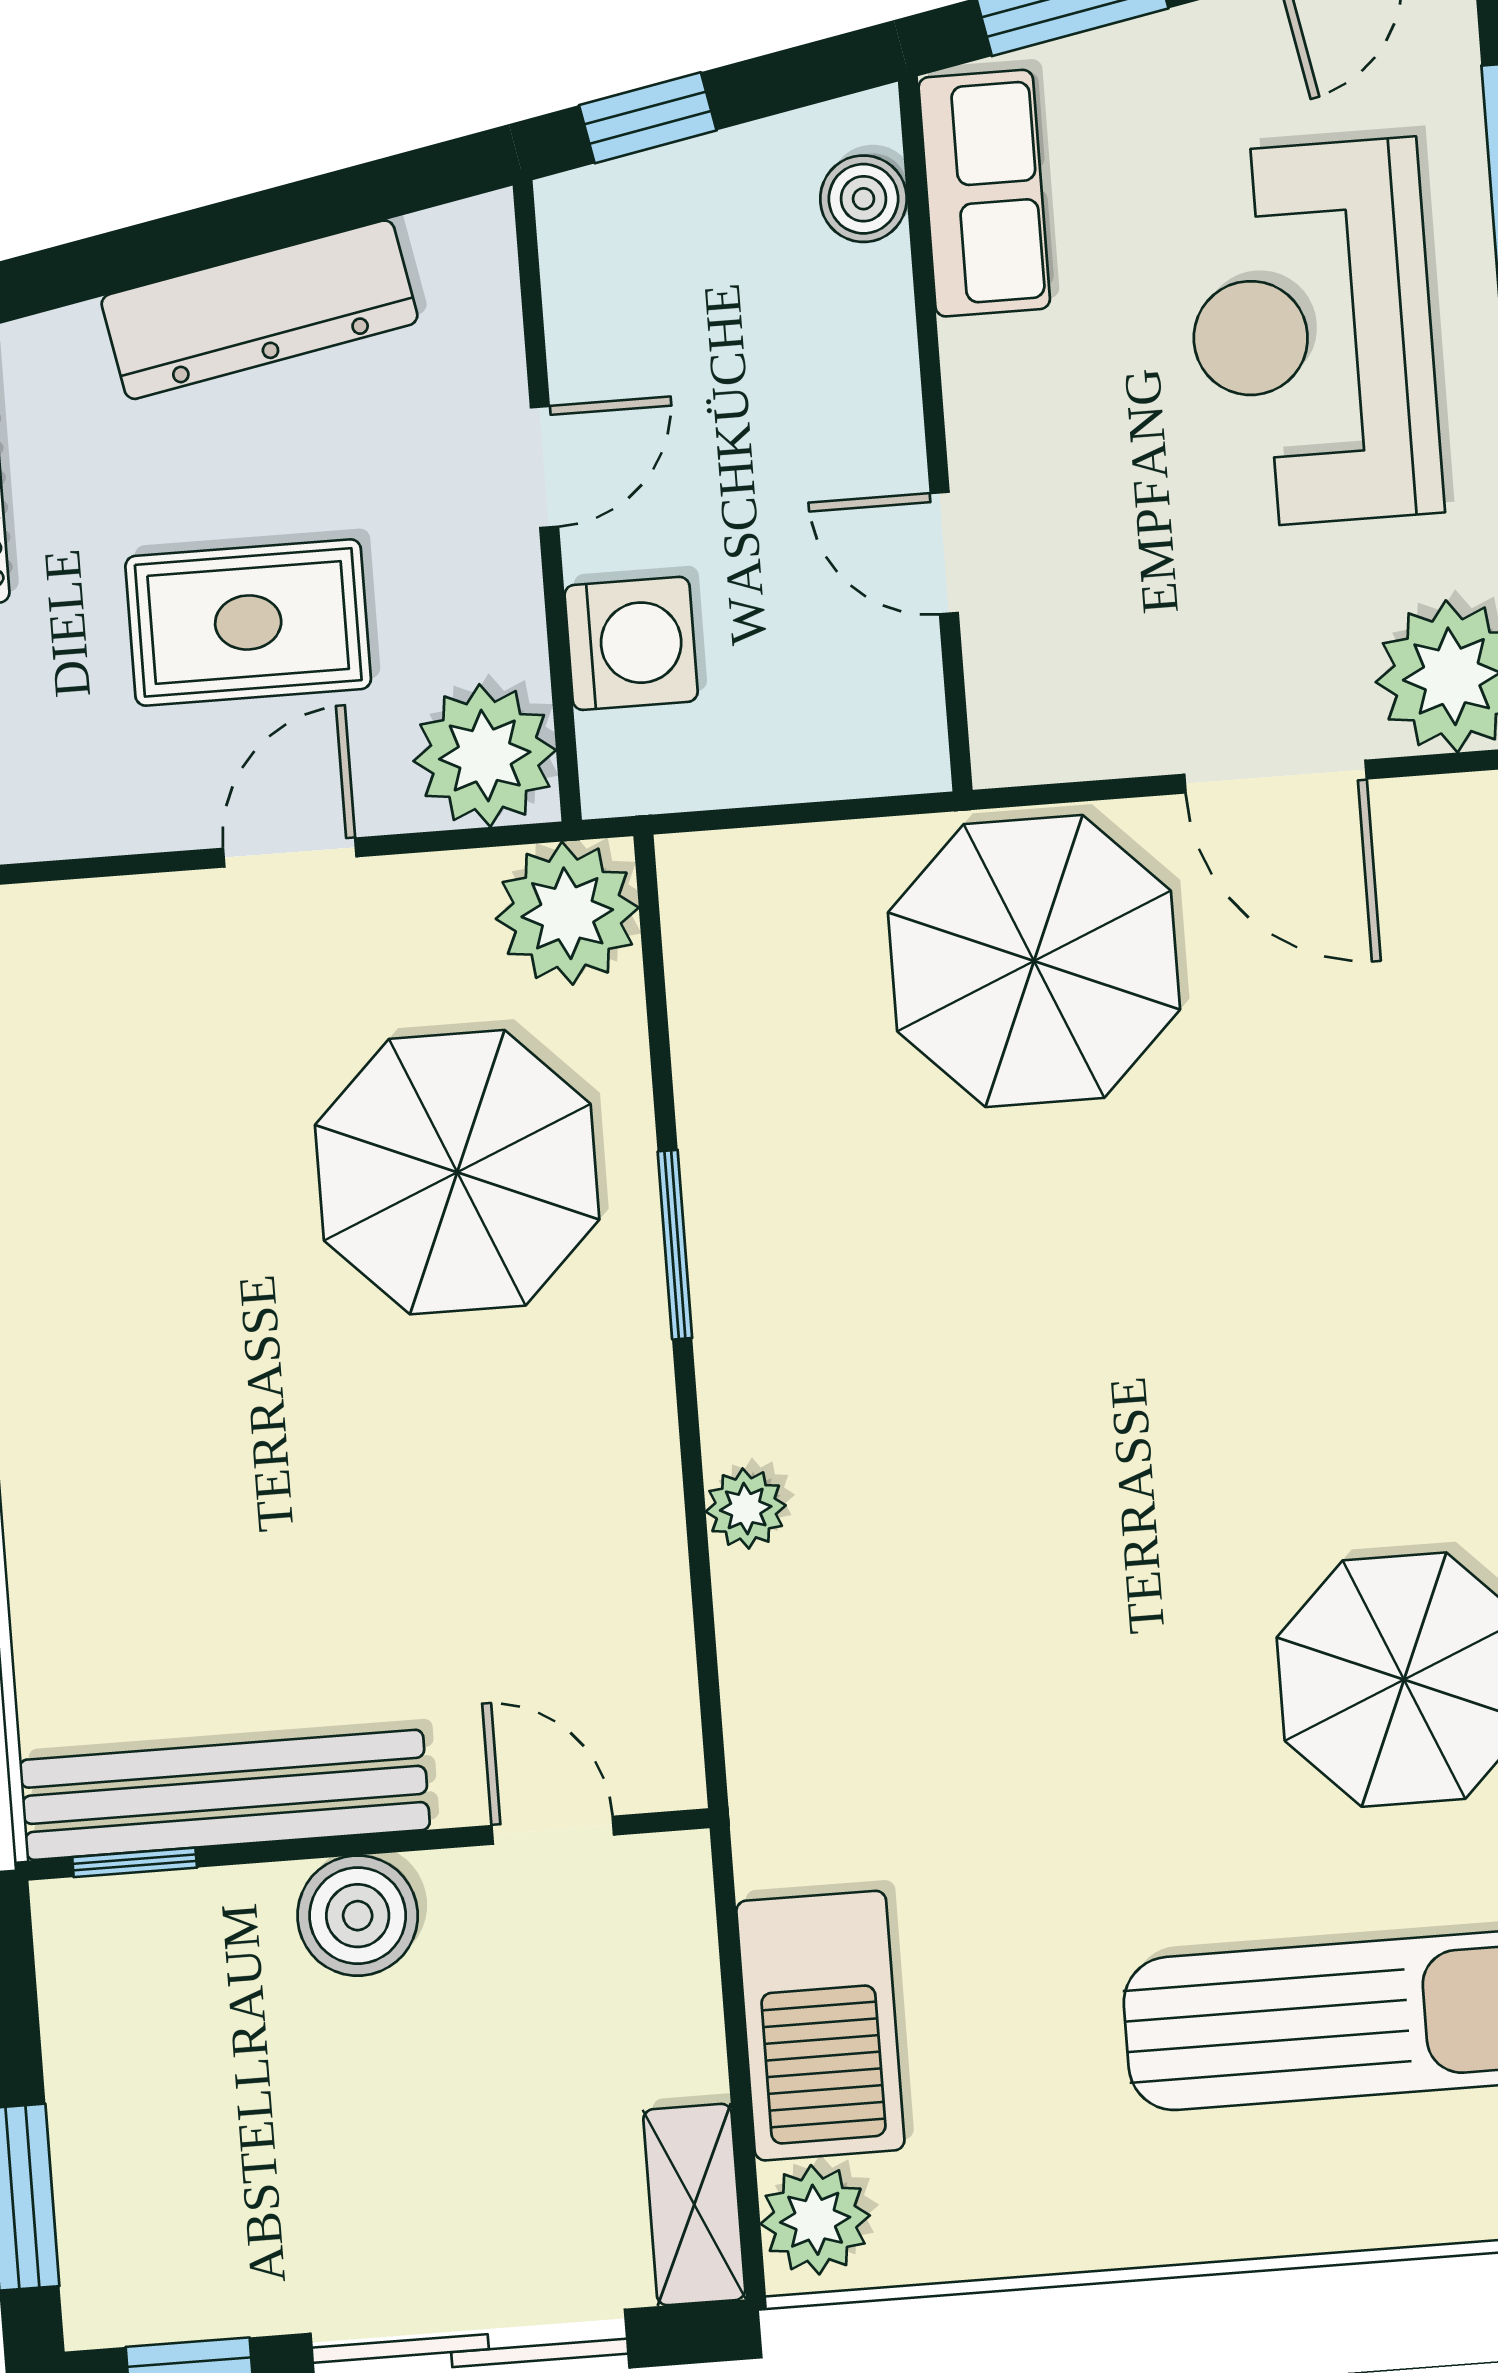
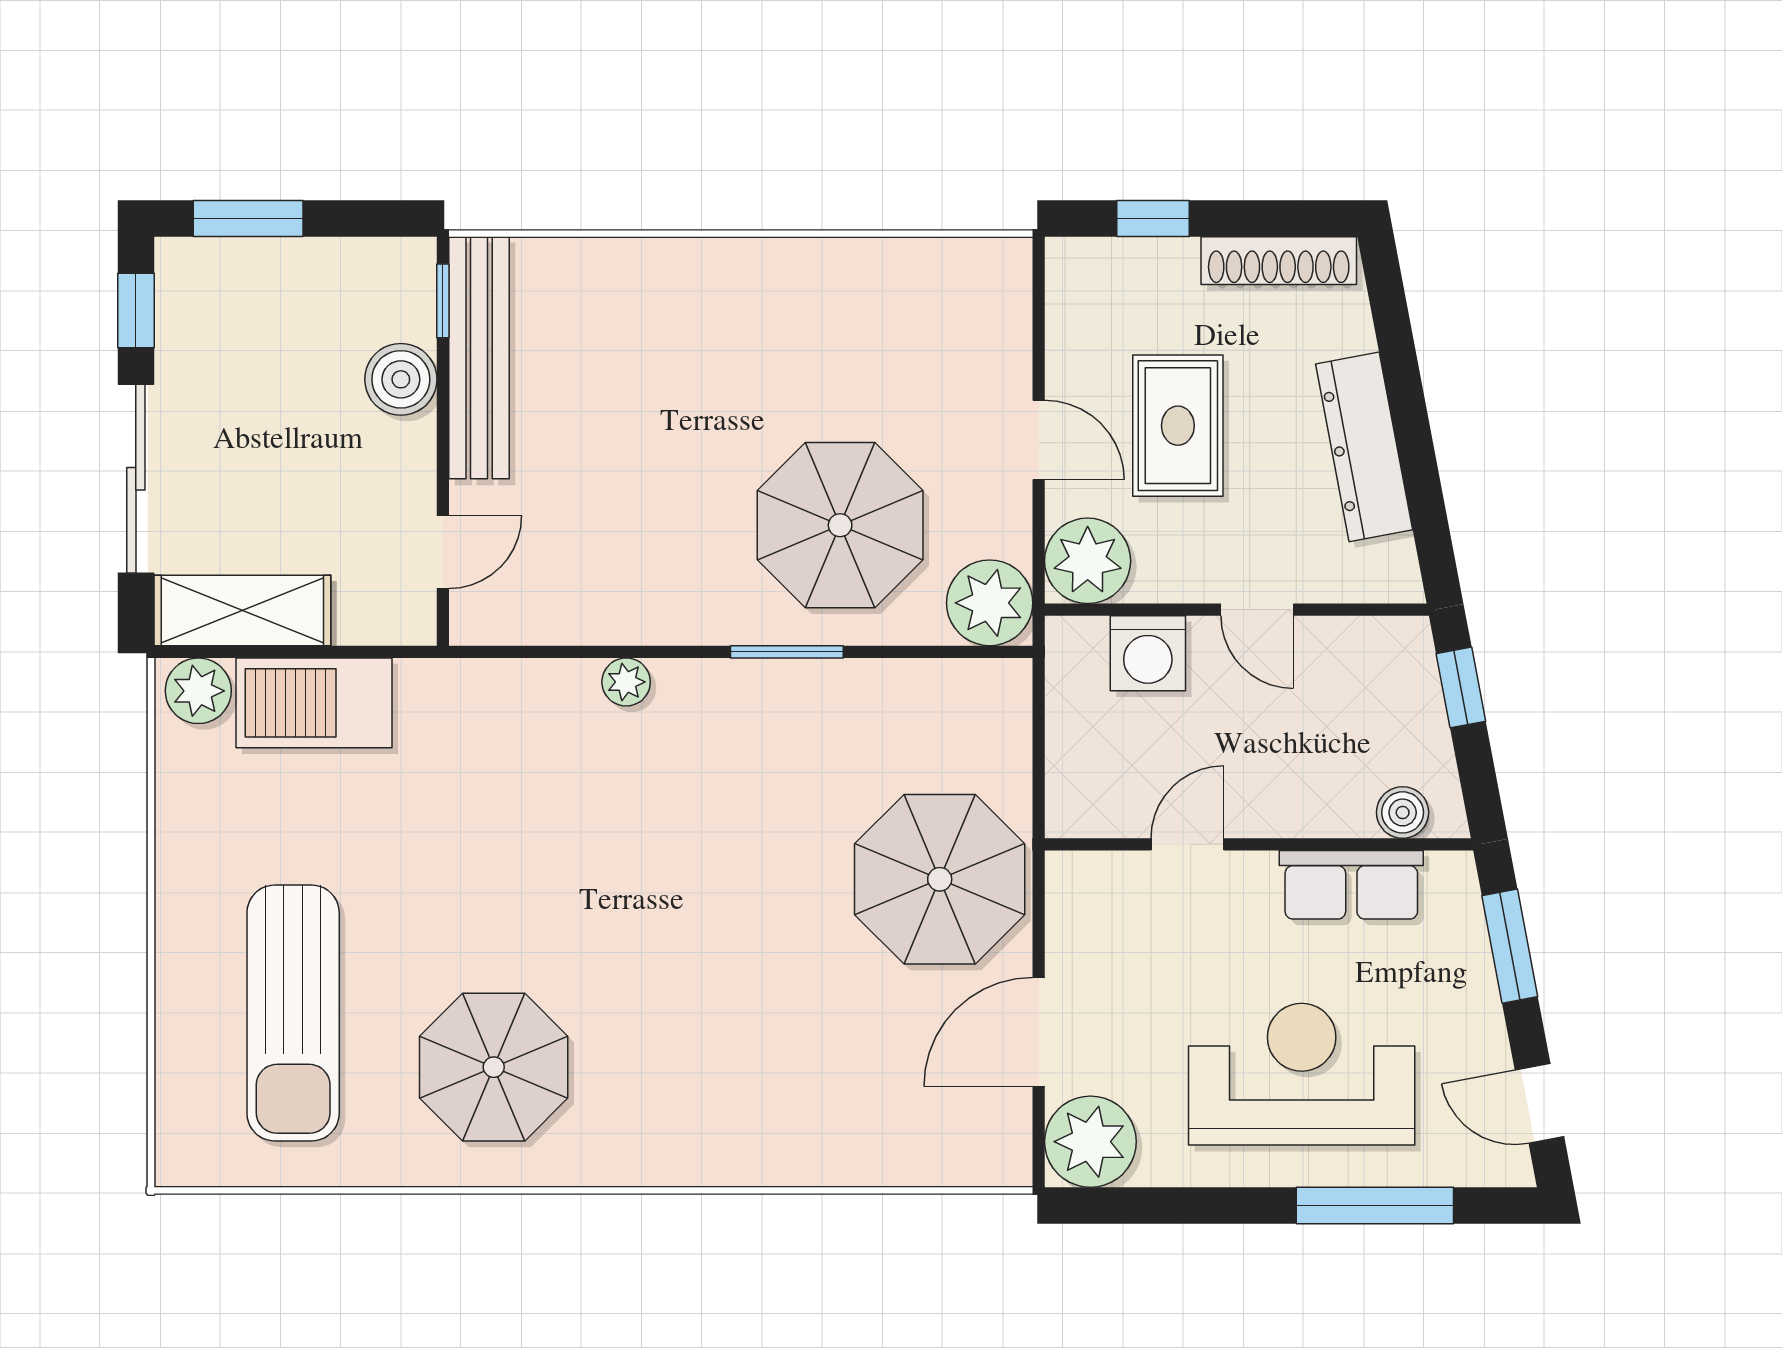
row of seats: (984, 193) -> (1351, 885), moved
boiler: (358, 1916) -> (401, 379), moved
shelving: (694, 2205) -> (242, 611), width x1.50, depth x1.33

